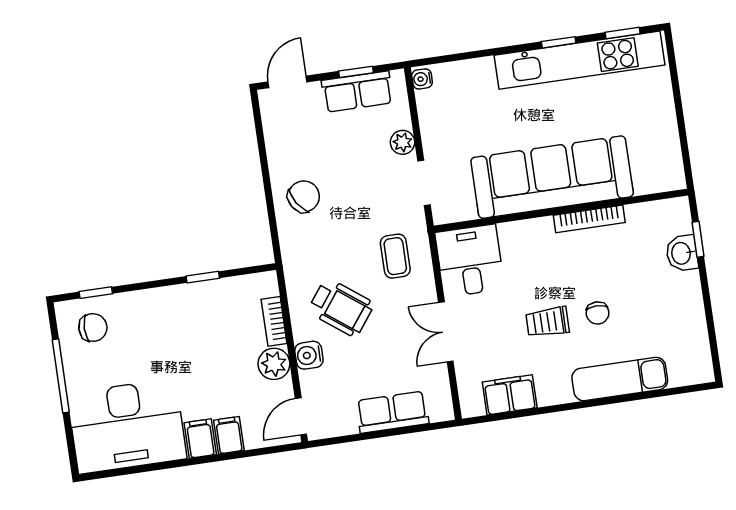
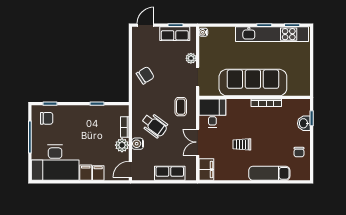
chair: (598, 313) -> (299, 152), moved
filing cabinet: (510, 395) -> (206, 170), moved, turned 90

